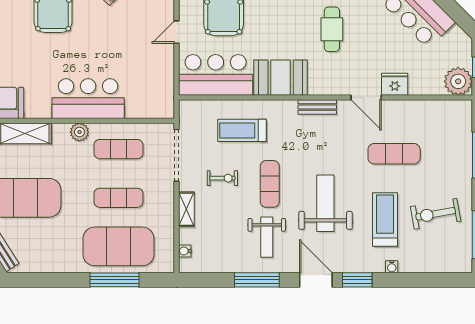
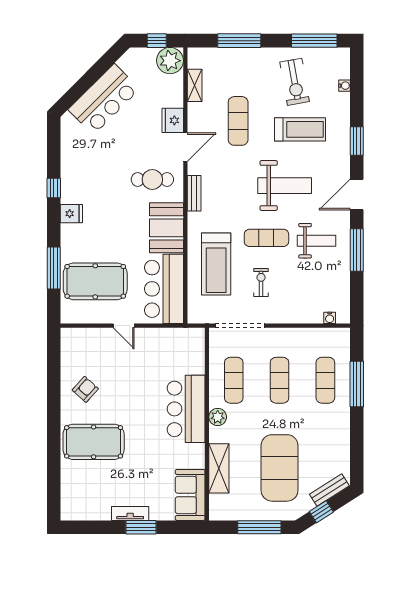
cafe table: (332, 29) -> (152, 179), moved
treadmill: (242, 130) -> (216, 264), width x1.37, depth x1.38
weight bench: (325, 203) -> (285, 186), turned 180
shelving: (186, 209) -> (195, 85), moved, turned 90
treadmill: (385, 220) -> (300, 129), turned 180
exercise mat: (119, 246) -> (325, 380), width x0.50, depth x0.69
water cooler: (392, 267) -> (344, 86), moved
window: (357, 280) -> (357, 141), moved

